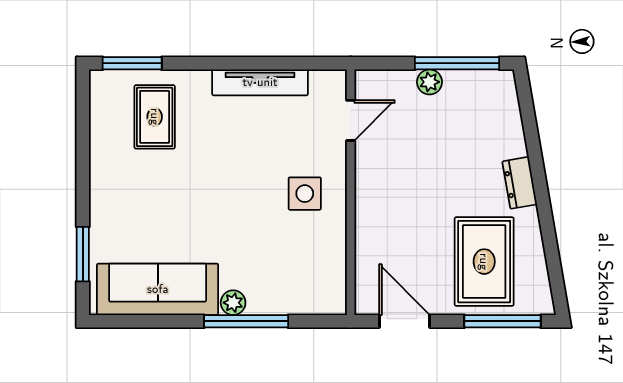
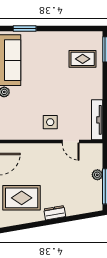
tv unit: (260, 82) -> (97, 120), moved
door: (351, 120) -> (71, 142), moved

